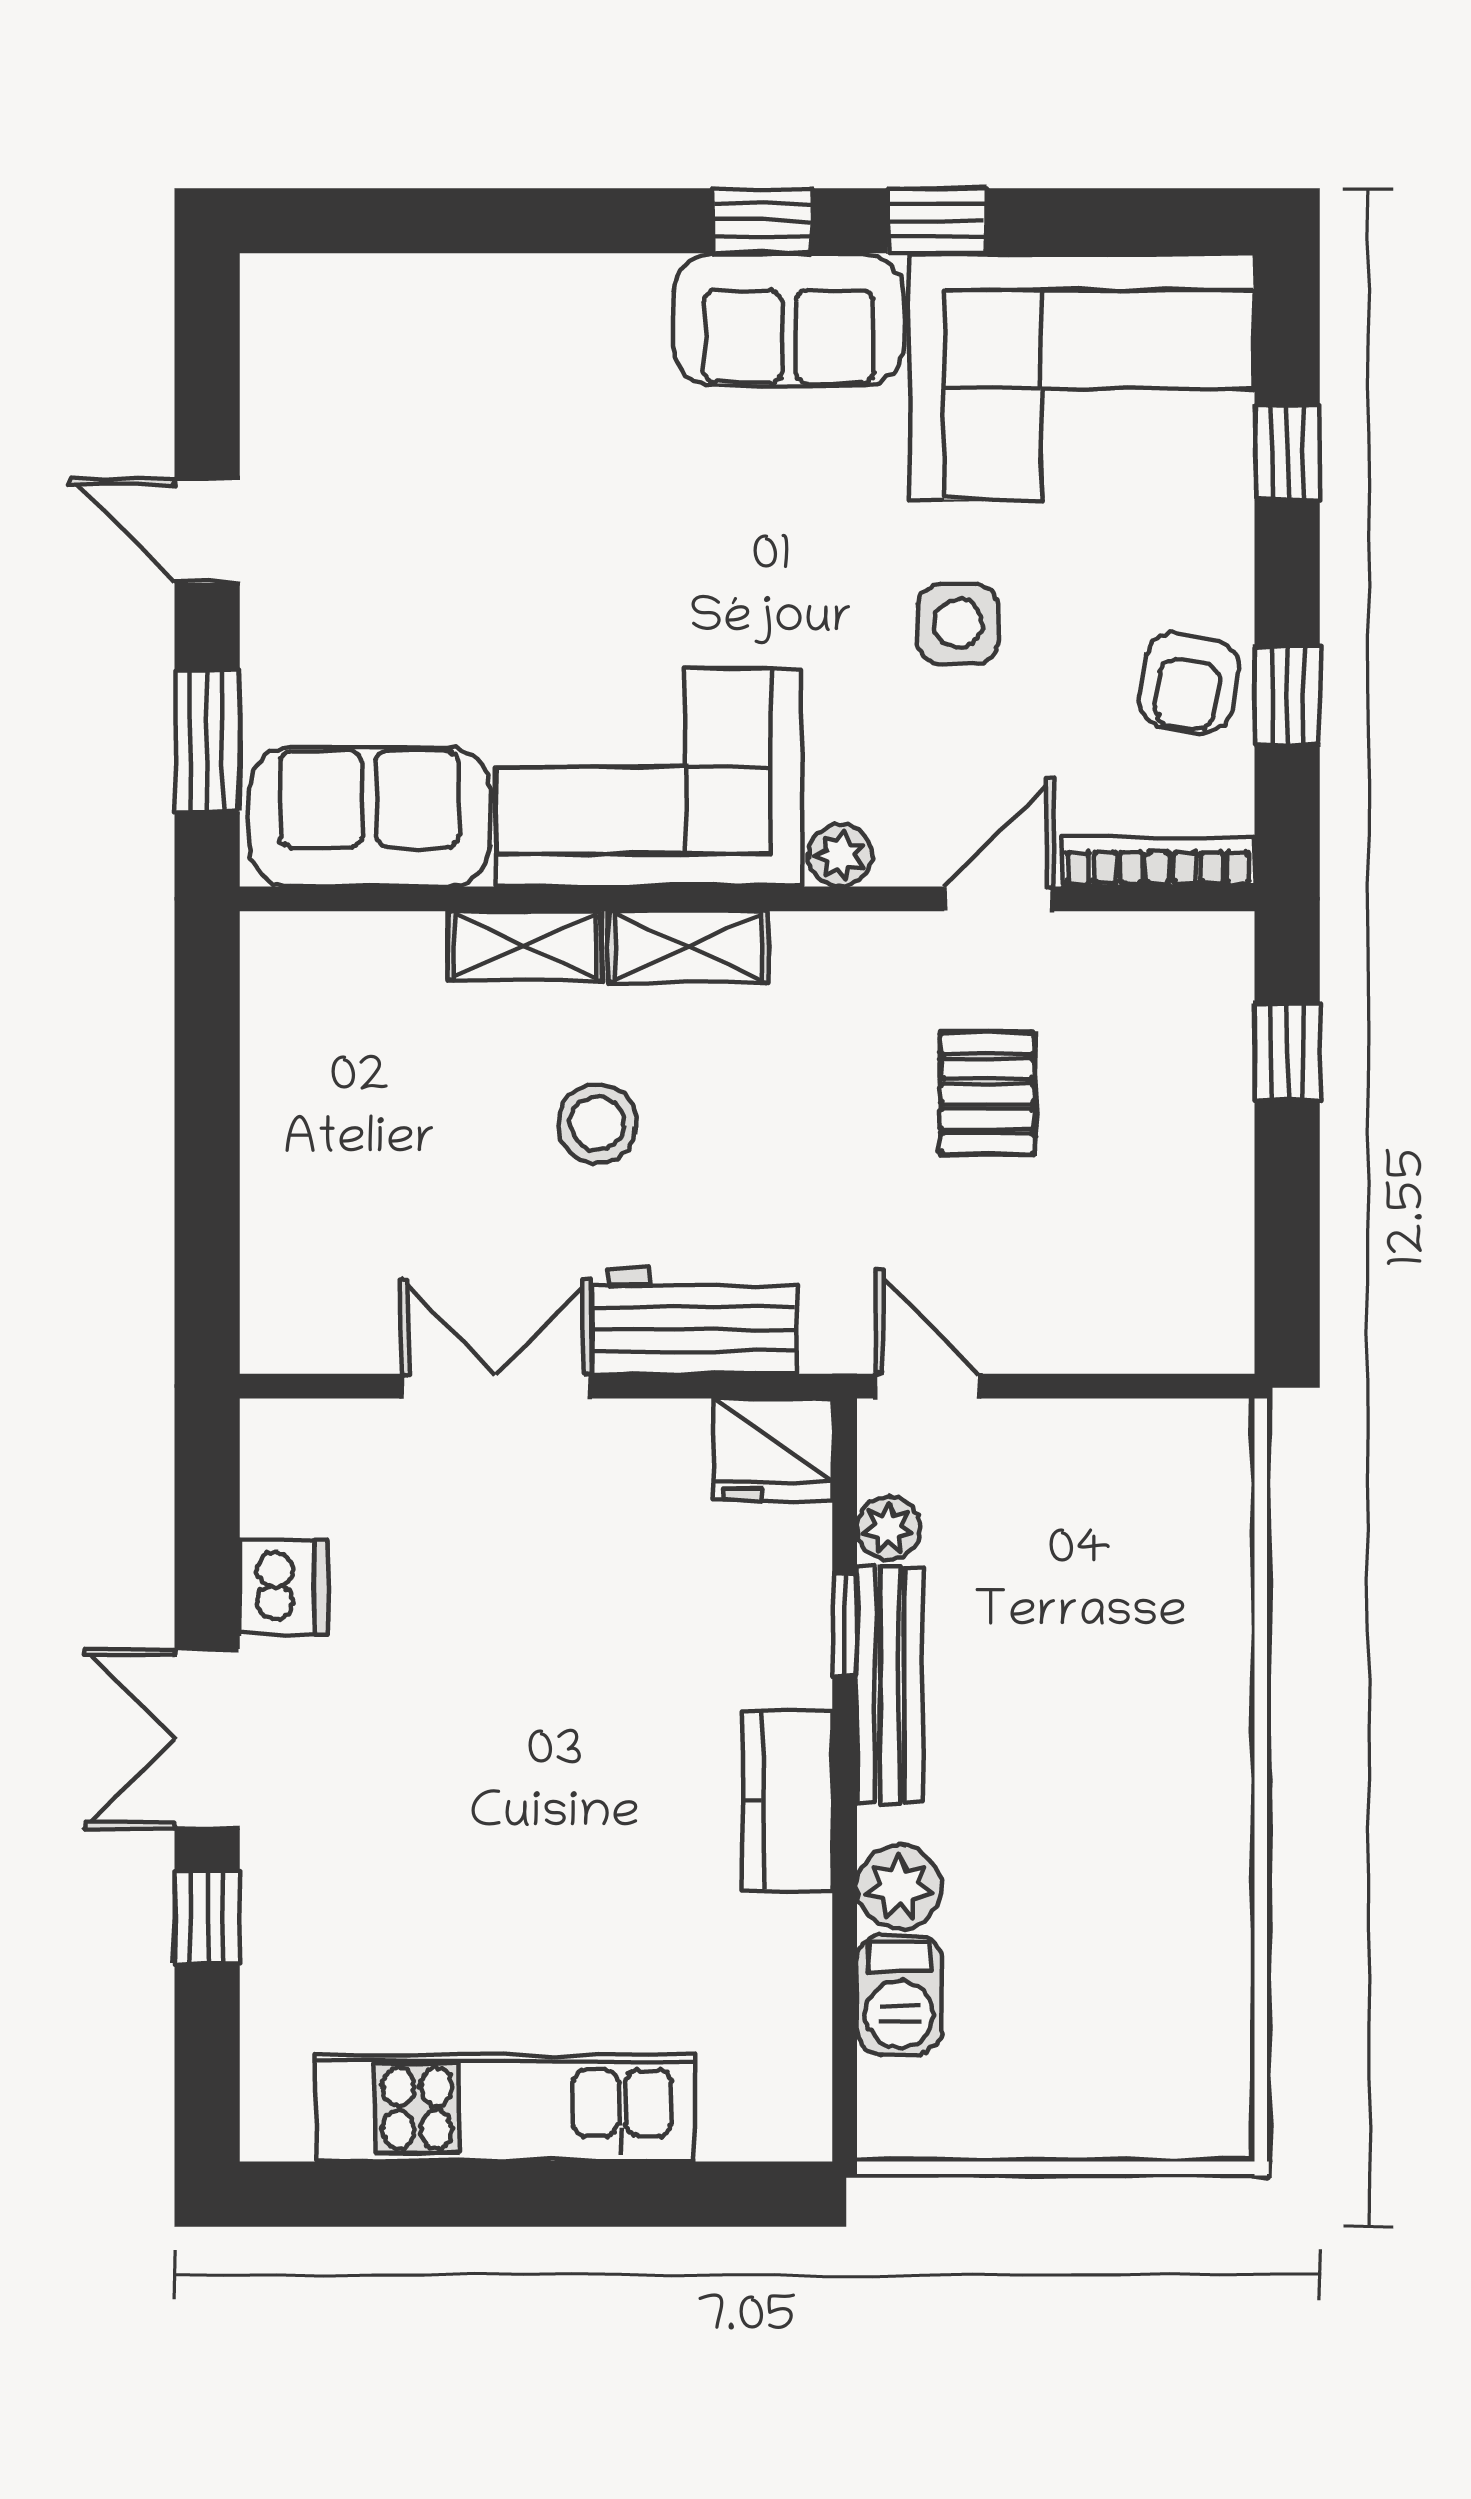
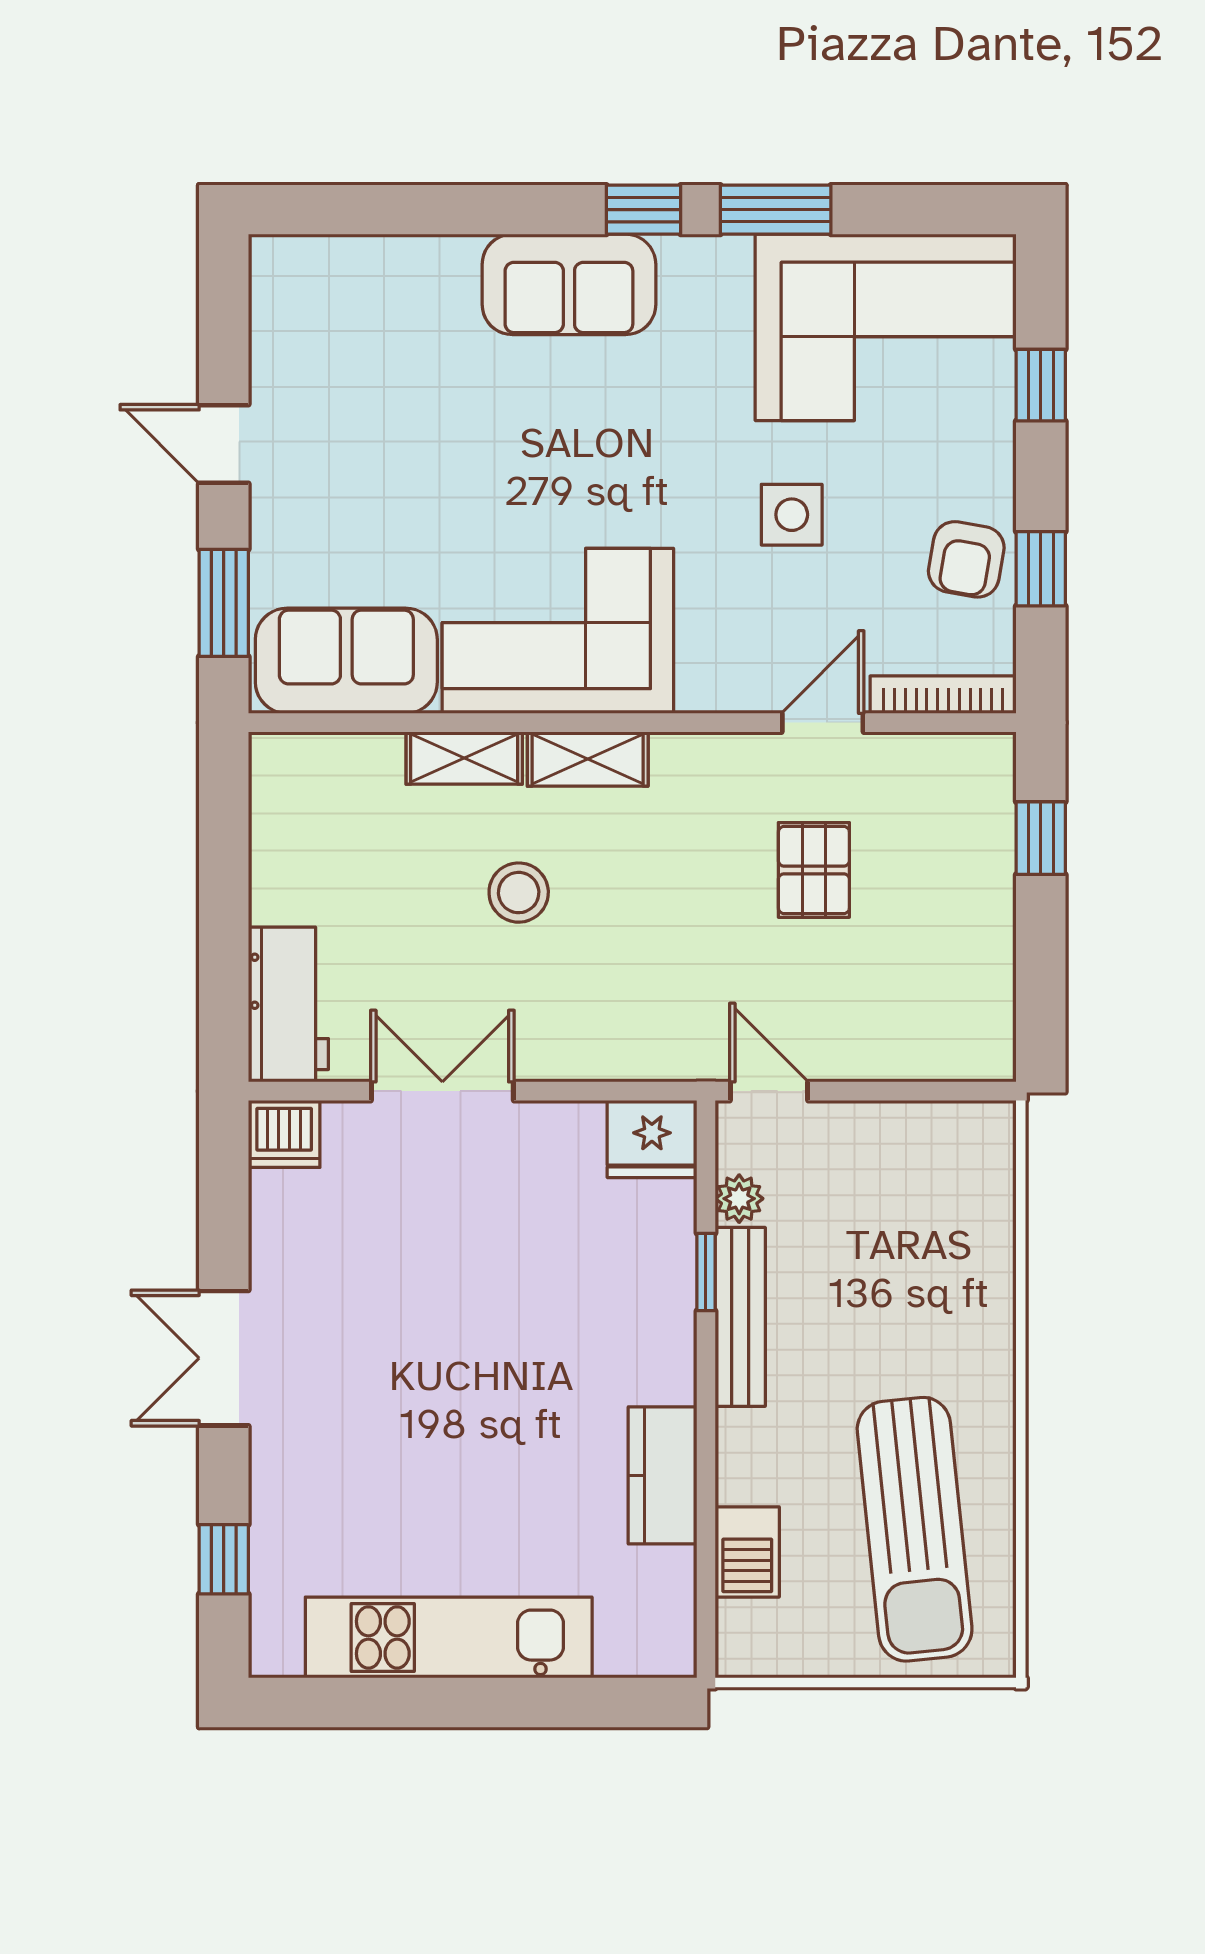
window: (937, 221) -> (776, 210), width x1.50
sofa: (788, 320) -> (569, 284), moved
plant: (840, 855) -> (702, 689), removed
workbench: (694, 1321) -> (288, 1004), moved, turned 90
dishwasher: (284, 1587) -> (284, 1134), moved, turned 90
kitchen counter: (787, 1801) -> (662, 1475), moved
plant: (899, 1887) -> (747, 1470), removed
window: (207, 1917) -> (224, 1559), moved
sun lounger: (1120, 1965) -> (915, 1529), added

